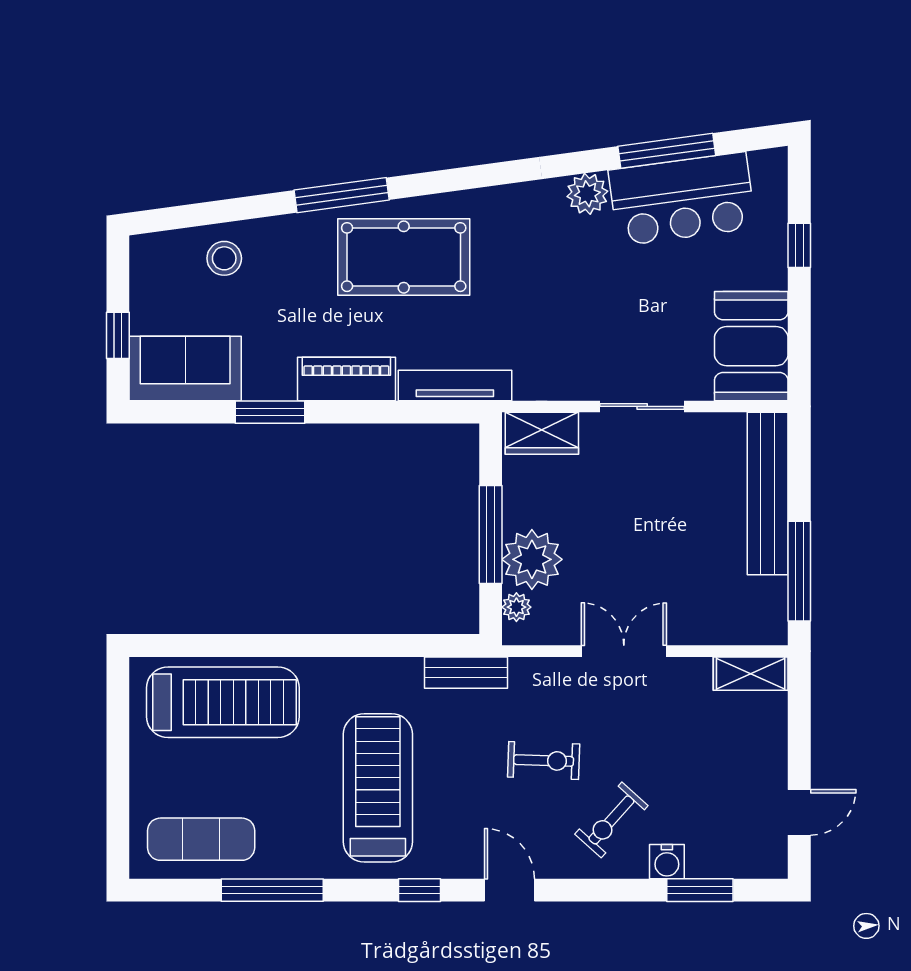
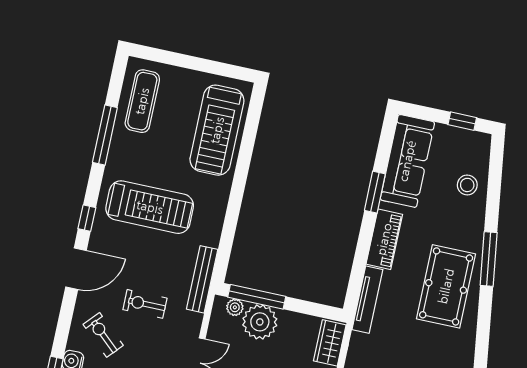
window: (118, 335) -> (462, 121), moved
sofa: (185, 368) -> (407, 161), width x1.36
window: (491, 534) -> (257, 297), moved
bench: (466, 673) -> (202, 279), width x1.36
exercise bike: (544, 761) -> (145, 304), turned 88
door: (509, 890) -> (76, 269), width x1.38

